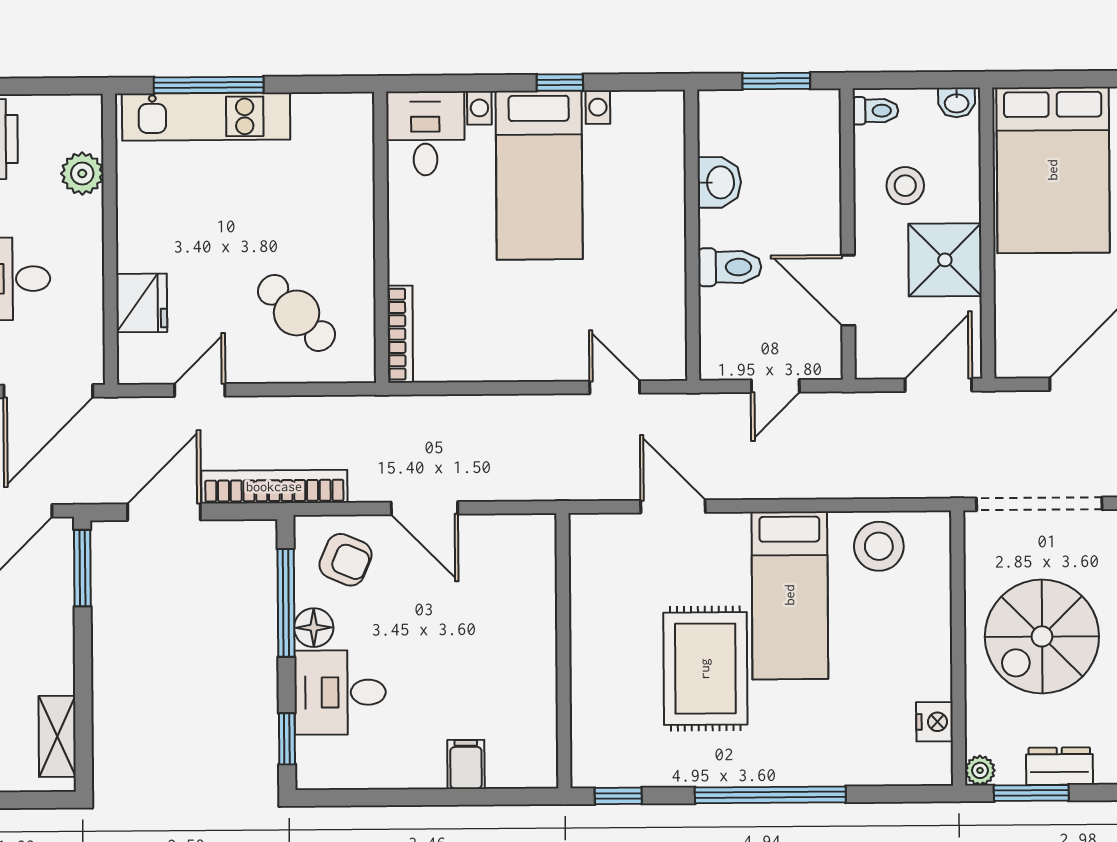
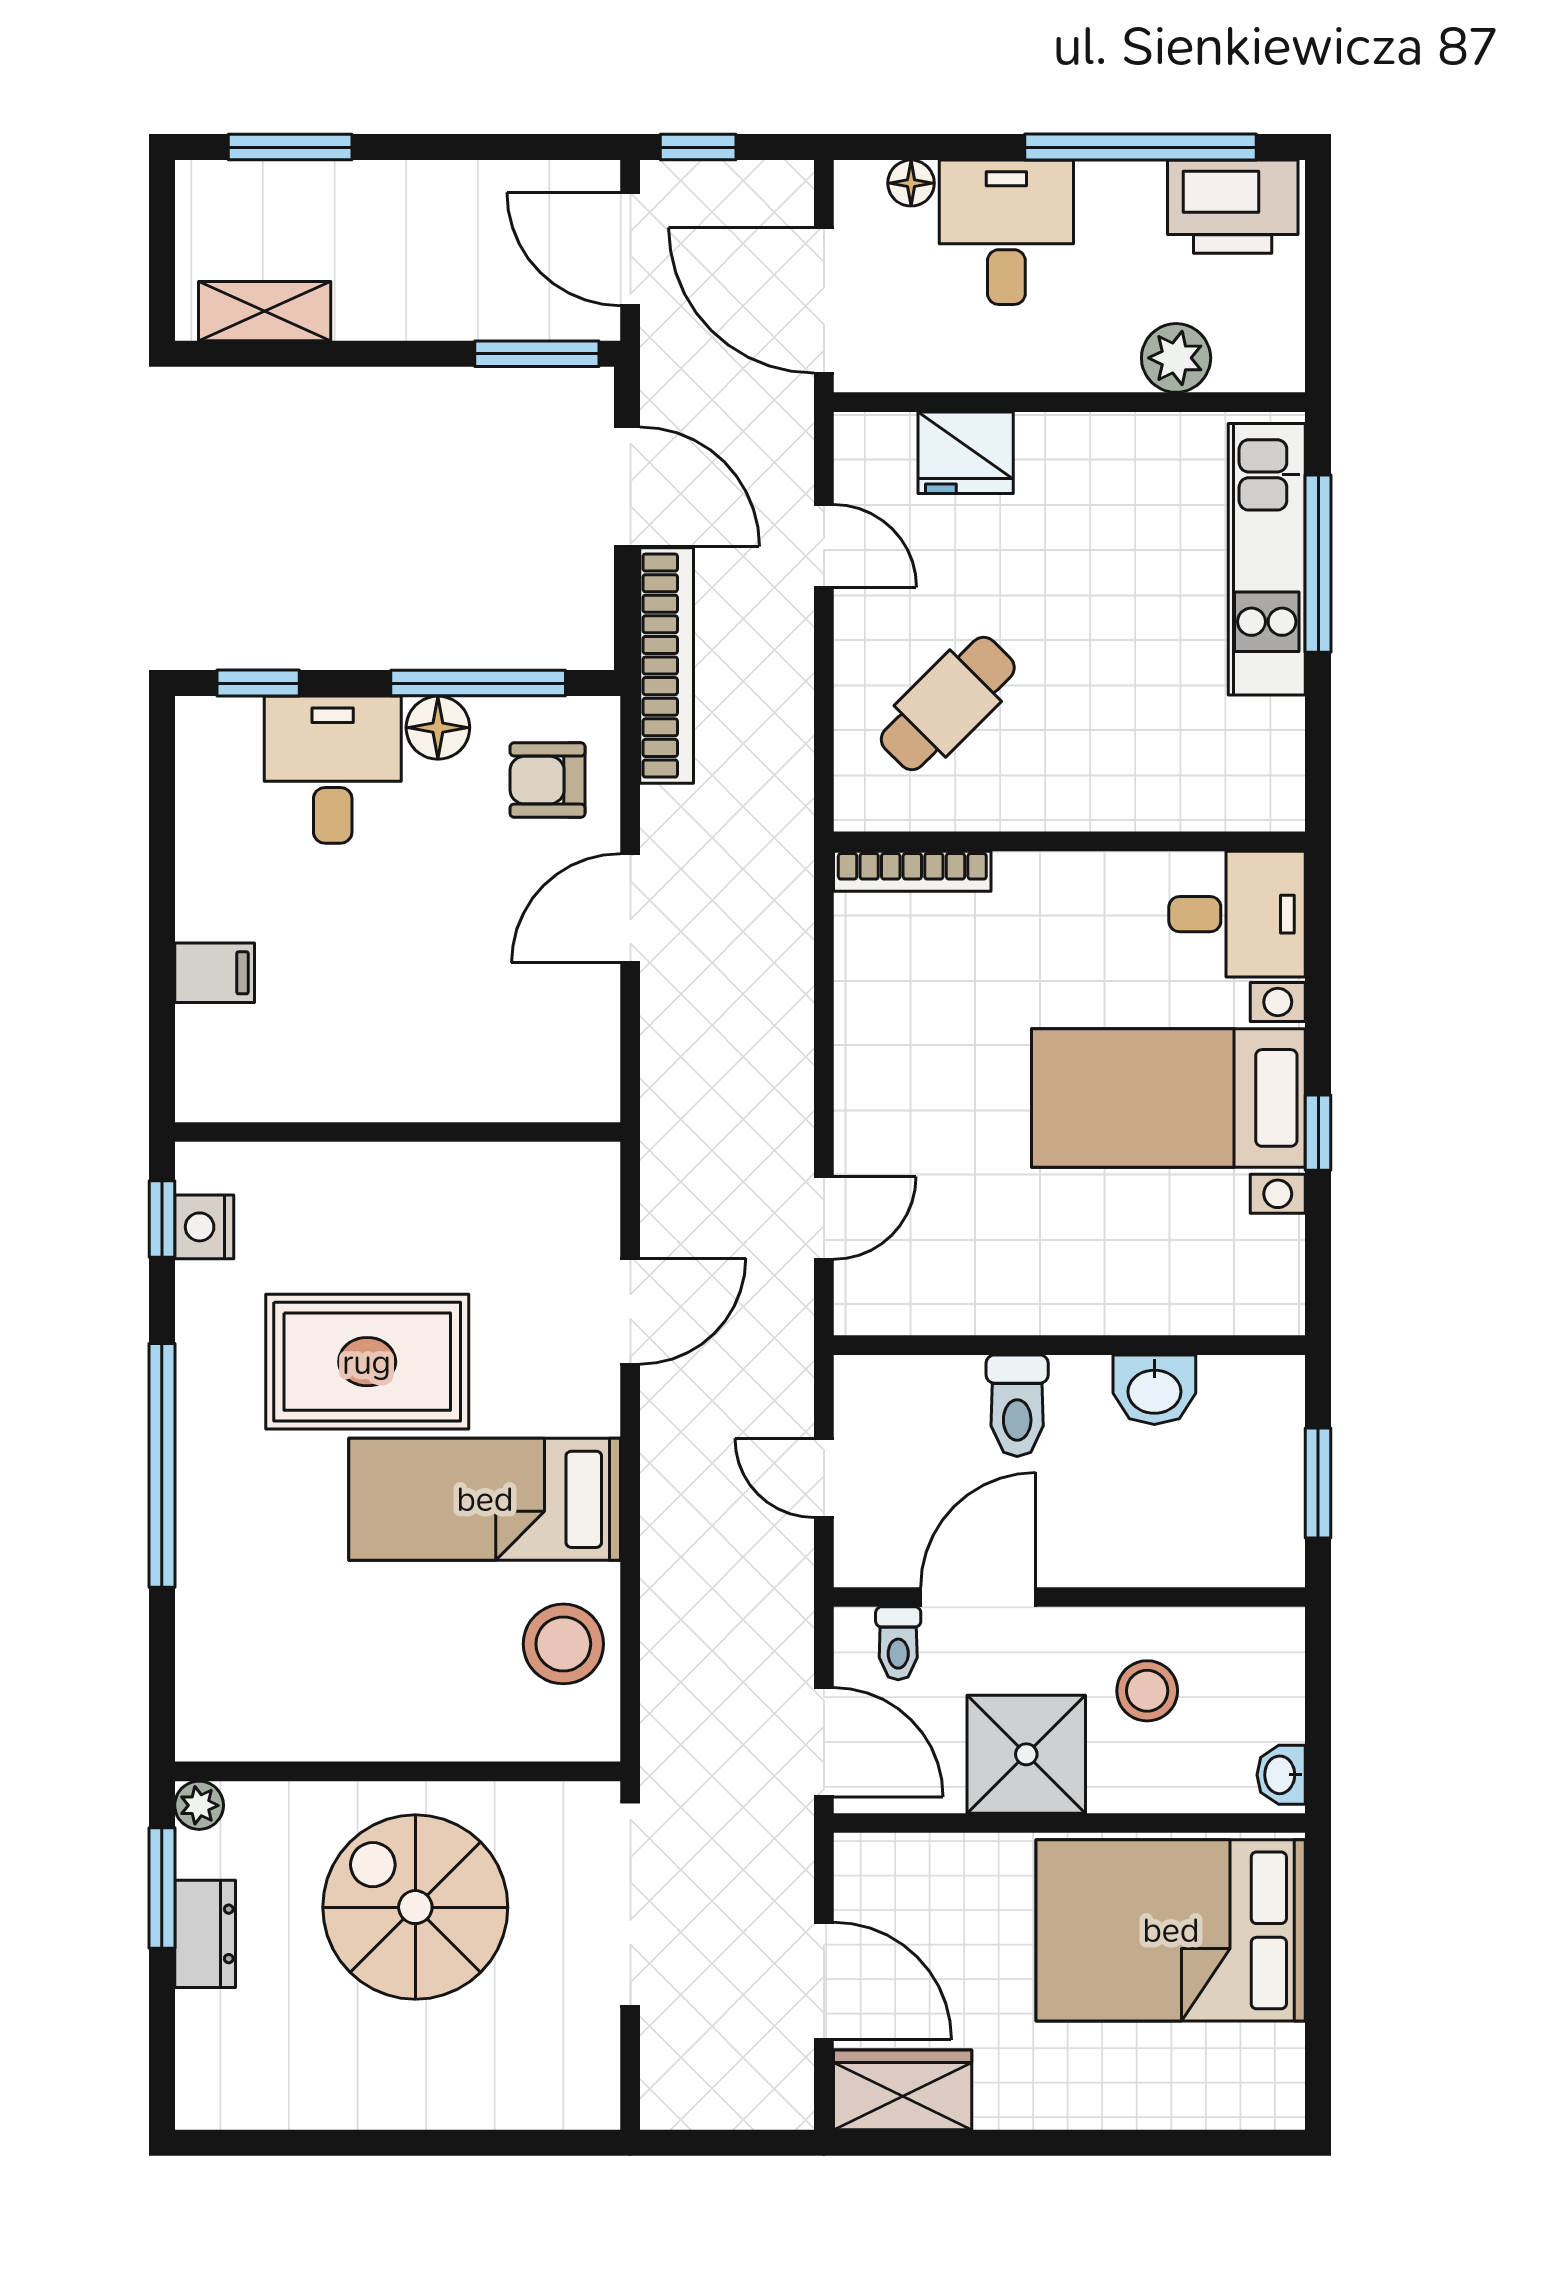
toilet: (875, 111) -> (898, 1643), moved
armchair: (346, 560) -> (548, 780), turned 67
nightstand: (935, 722) -> (204, 1227), moved, turned 90

